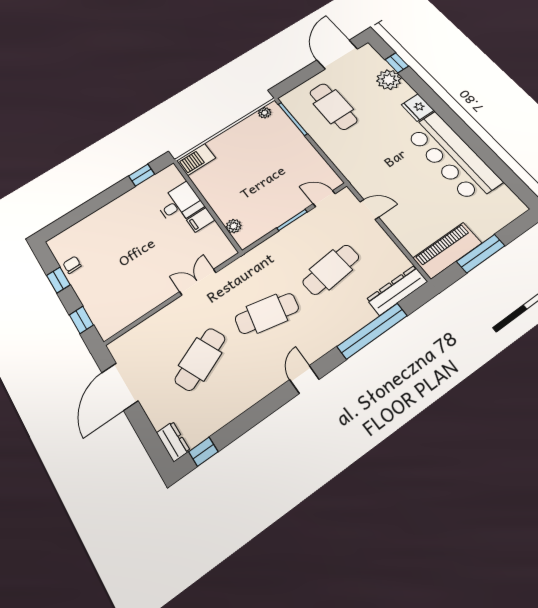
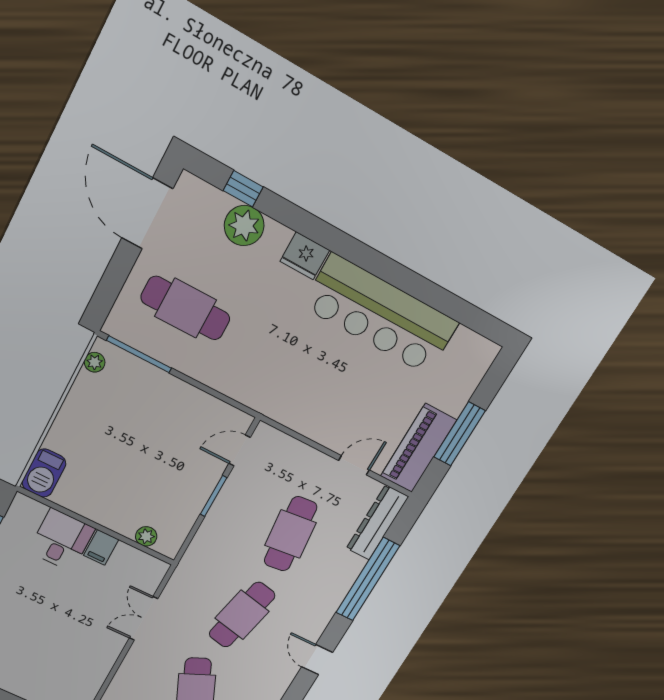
door: (369, 209) -> (354, 465), moved

